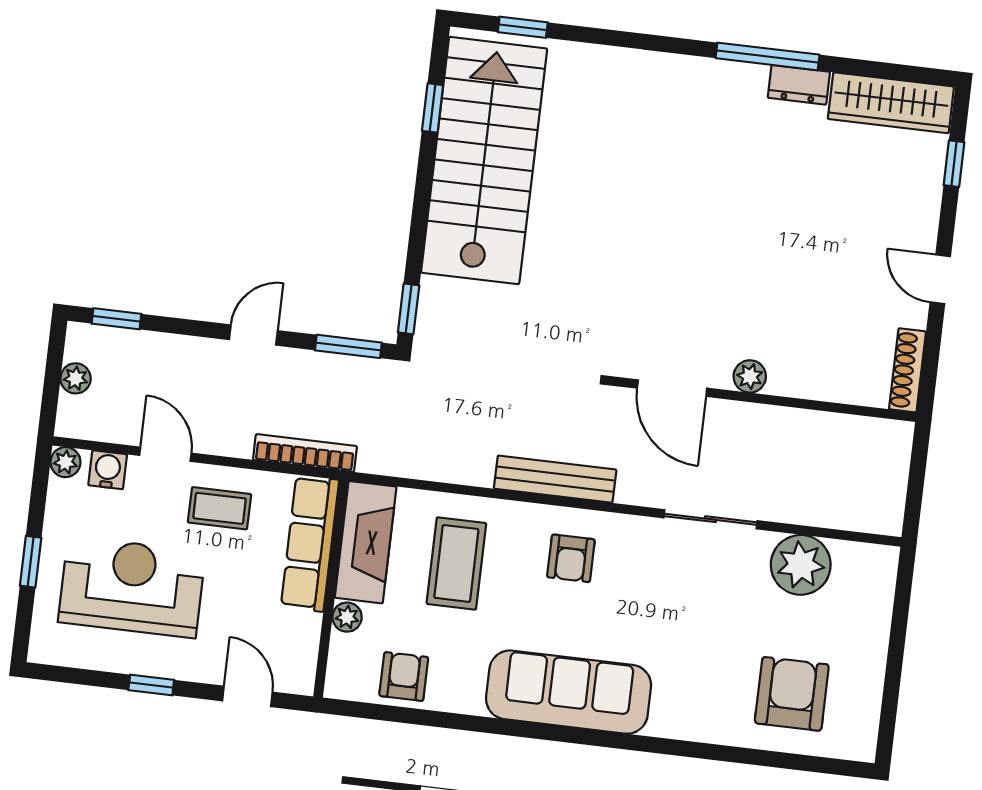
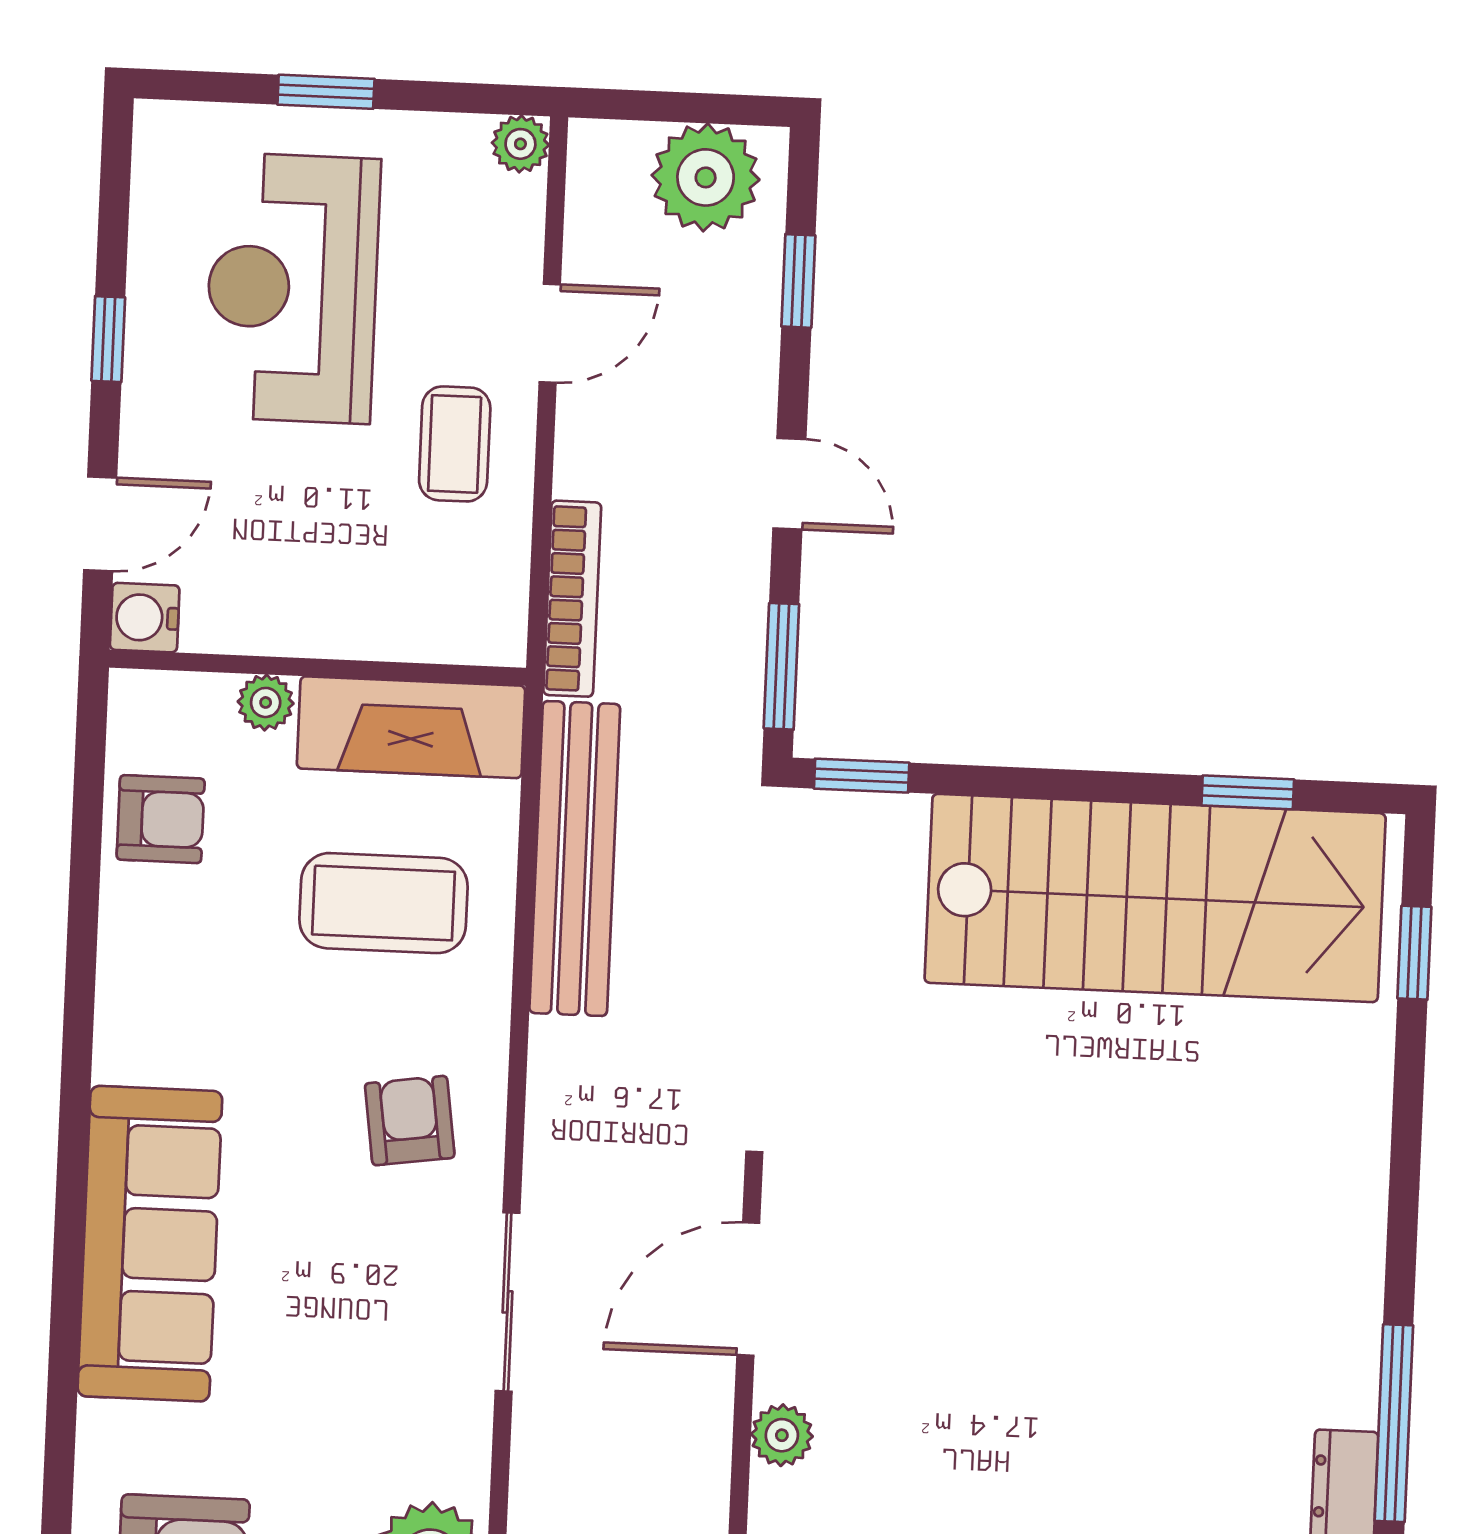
window: (116, 319) -> (798, 281), moved
plant: (76, 378) -> (706, 177), width x1.87, depth x1.87
water cooler: (108, 470) -> (145, 618), moved, turned 180
bench: (555, 479) -> (575, 859), moved, width x1.37, depth x1.21
sliding door: (710, 519) -> (508, 1302), moved
row of seats: (310, 543) -> (401, 621), removed
armchair: (571, 558) -> (410, 1121), turned 82
reception desk: (132, 587) -> (292, 288), turned 180
sofa: (569, 692) -> (150, 1244), moved

